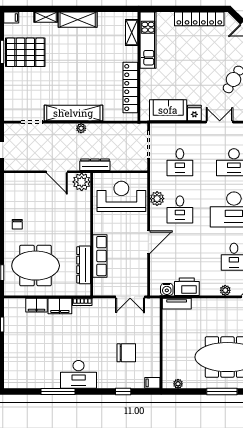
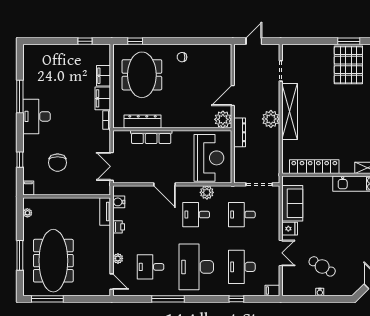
plant: (81, 128) -> (271, 119), width x1.88, depth x1.88
printer: (187, 287) -> (119, 227), width x0.53, depth x0.68

